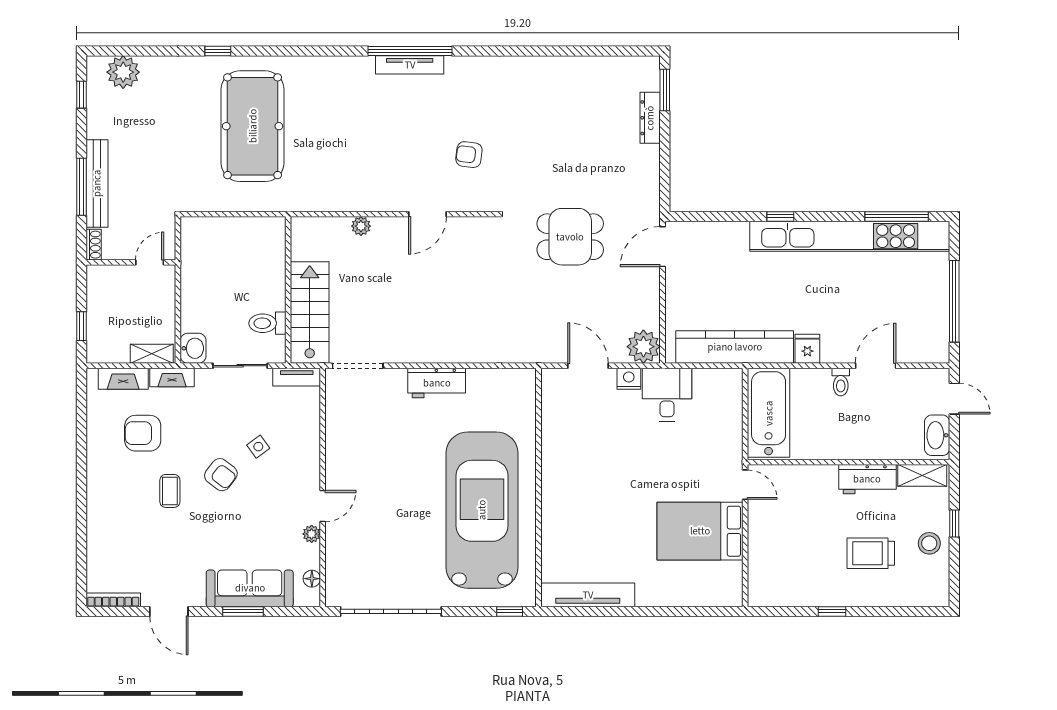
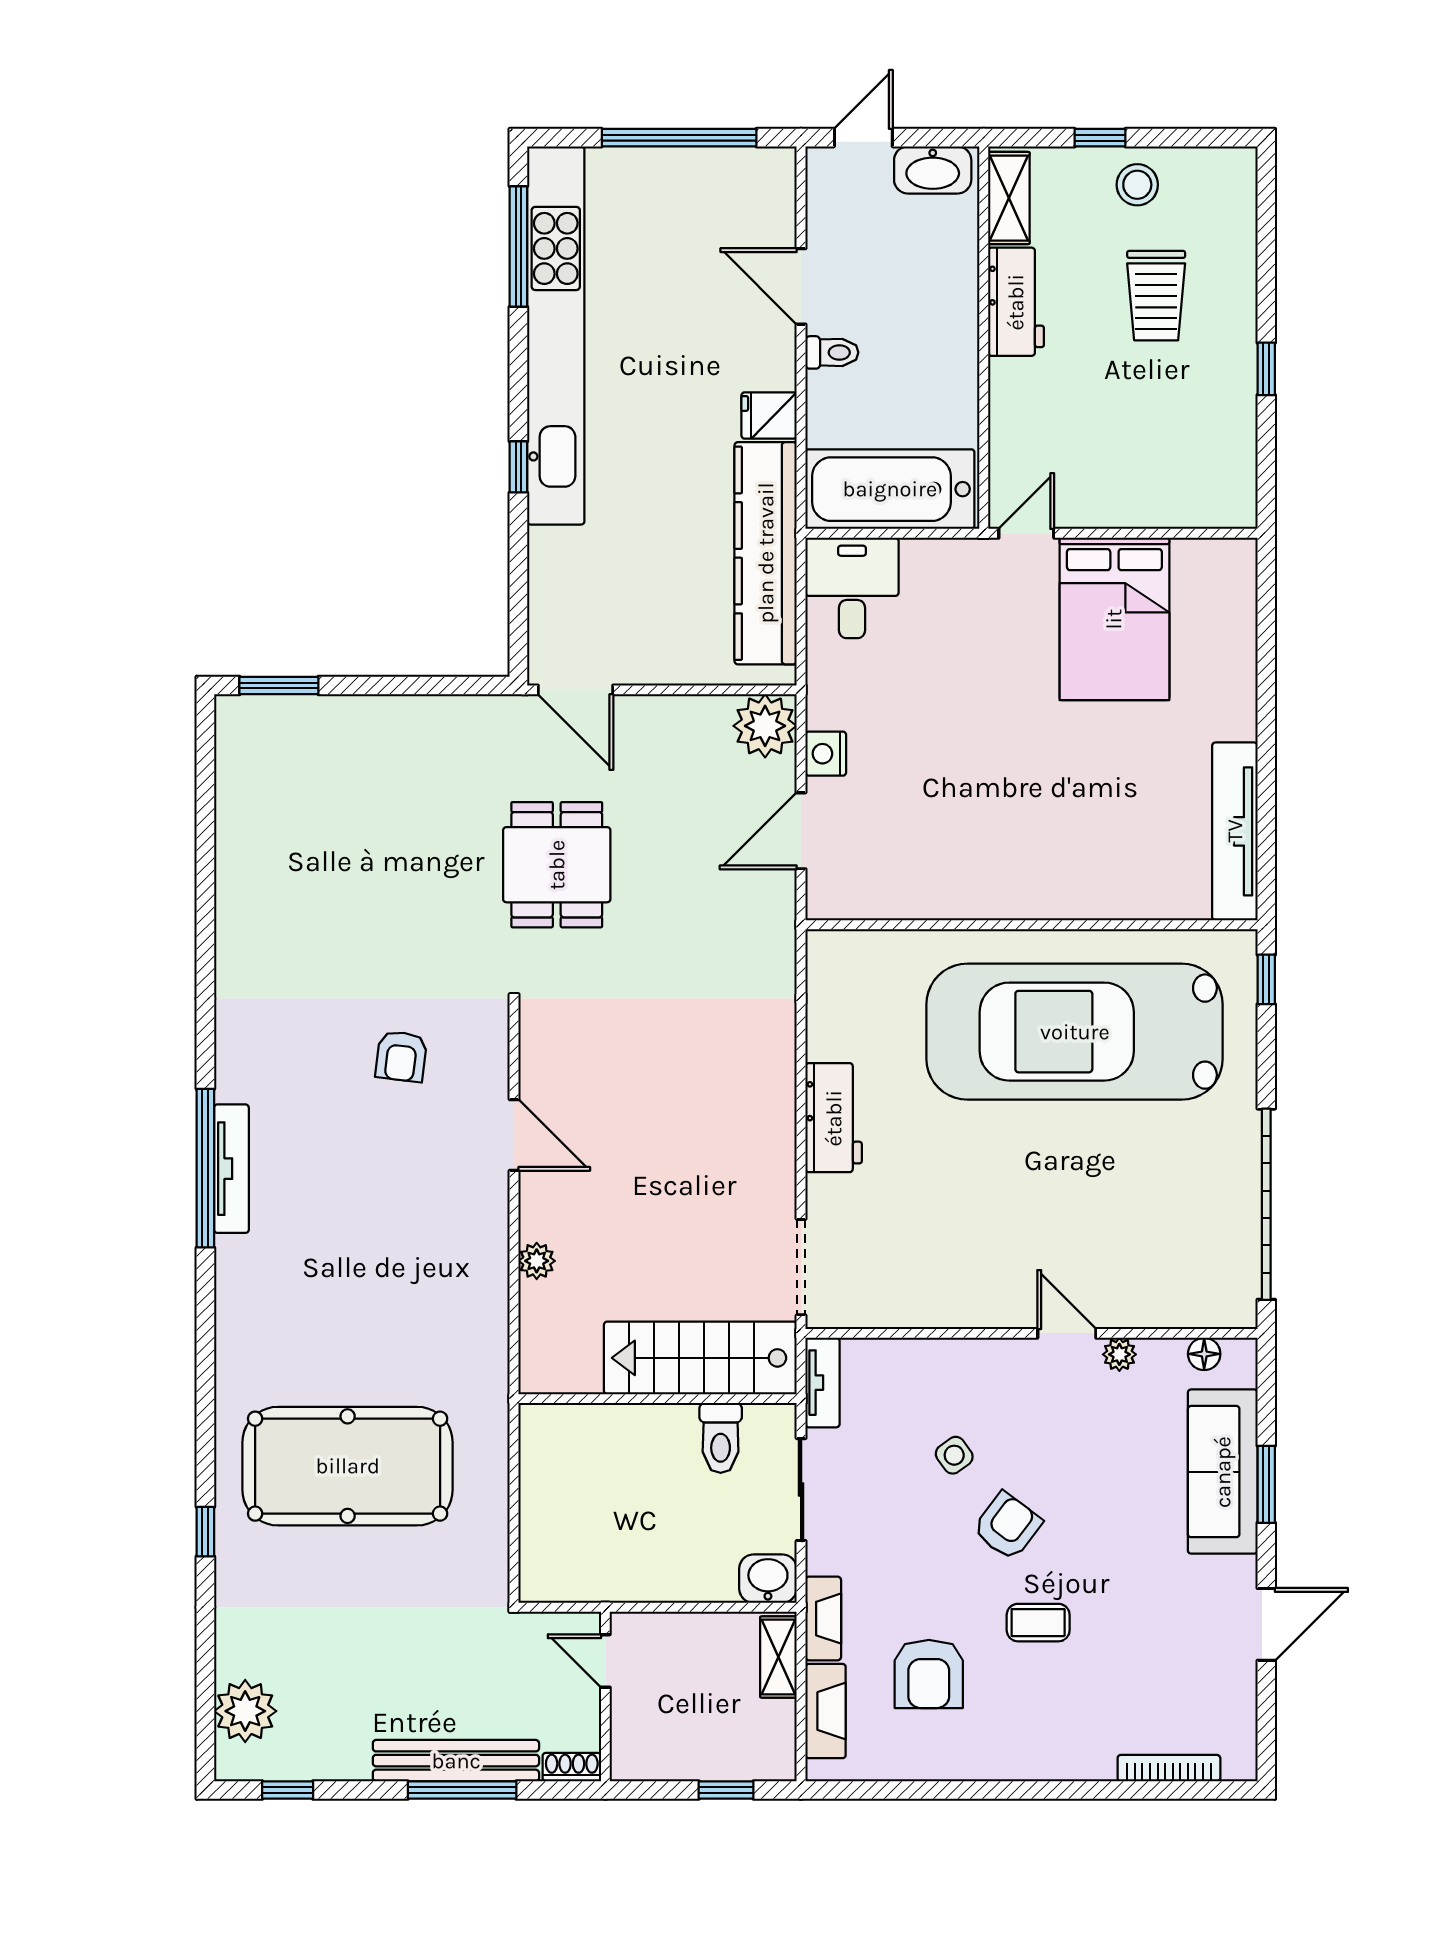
dresser: (650, 118) -> (332, 713), removed
desk: (667, 395) -> (852, 588), moved, turned 90
bookcase: (113, 600) -> (1169, 1768), moved, turned 90

